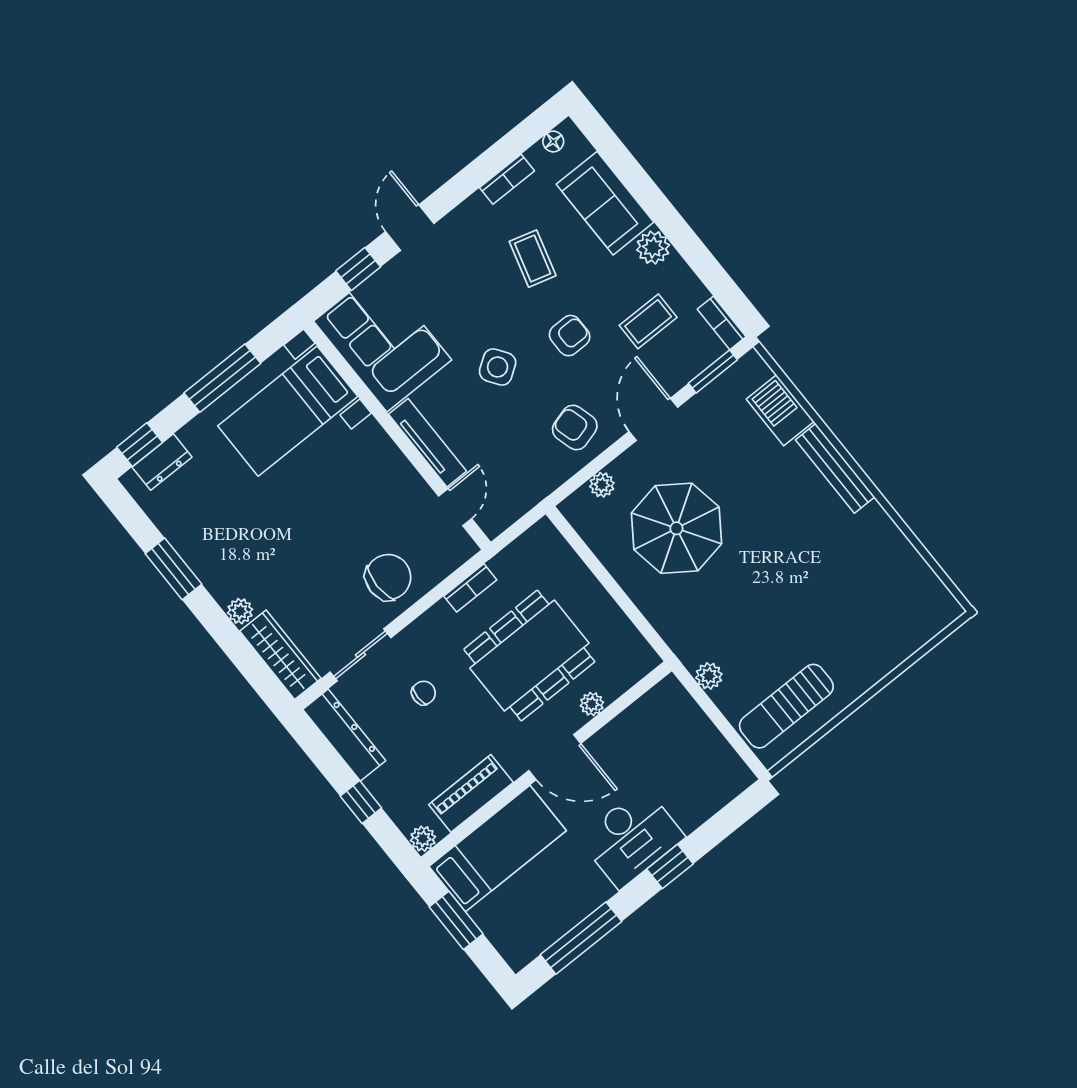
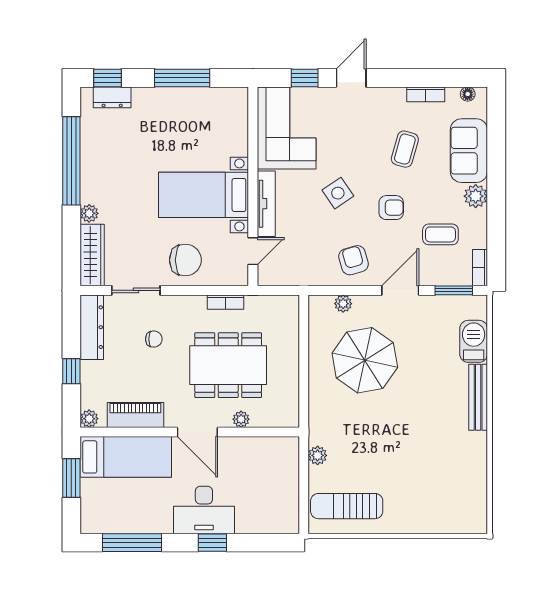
bed with nightstands: (288, 411) -> (203, 195), moved
window: (173, 569) -> (71, 161), width x2.11

